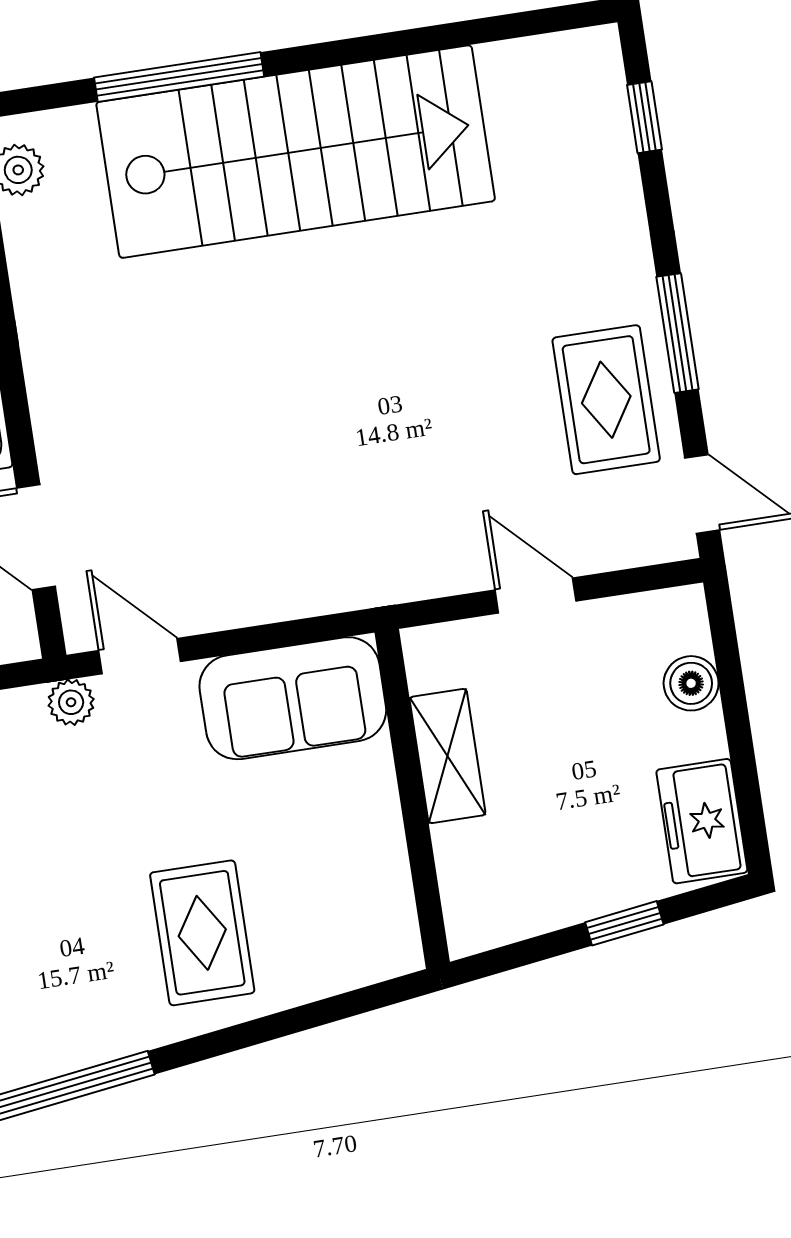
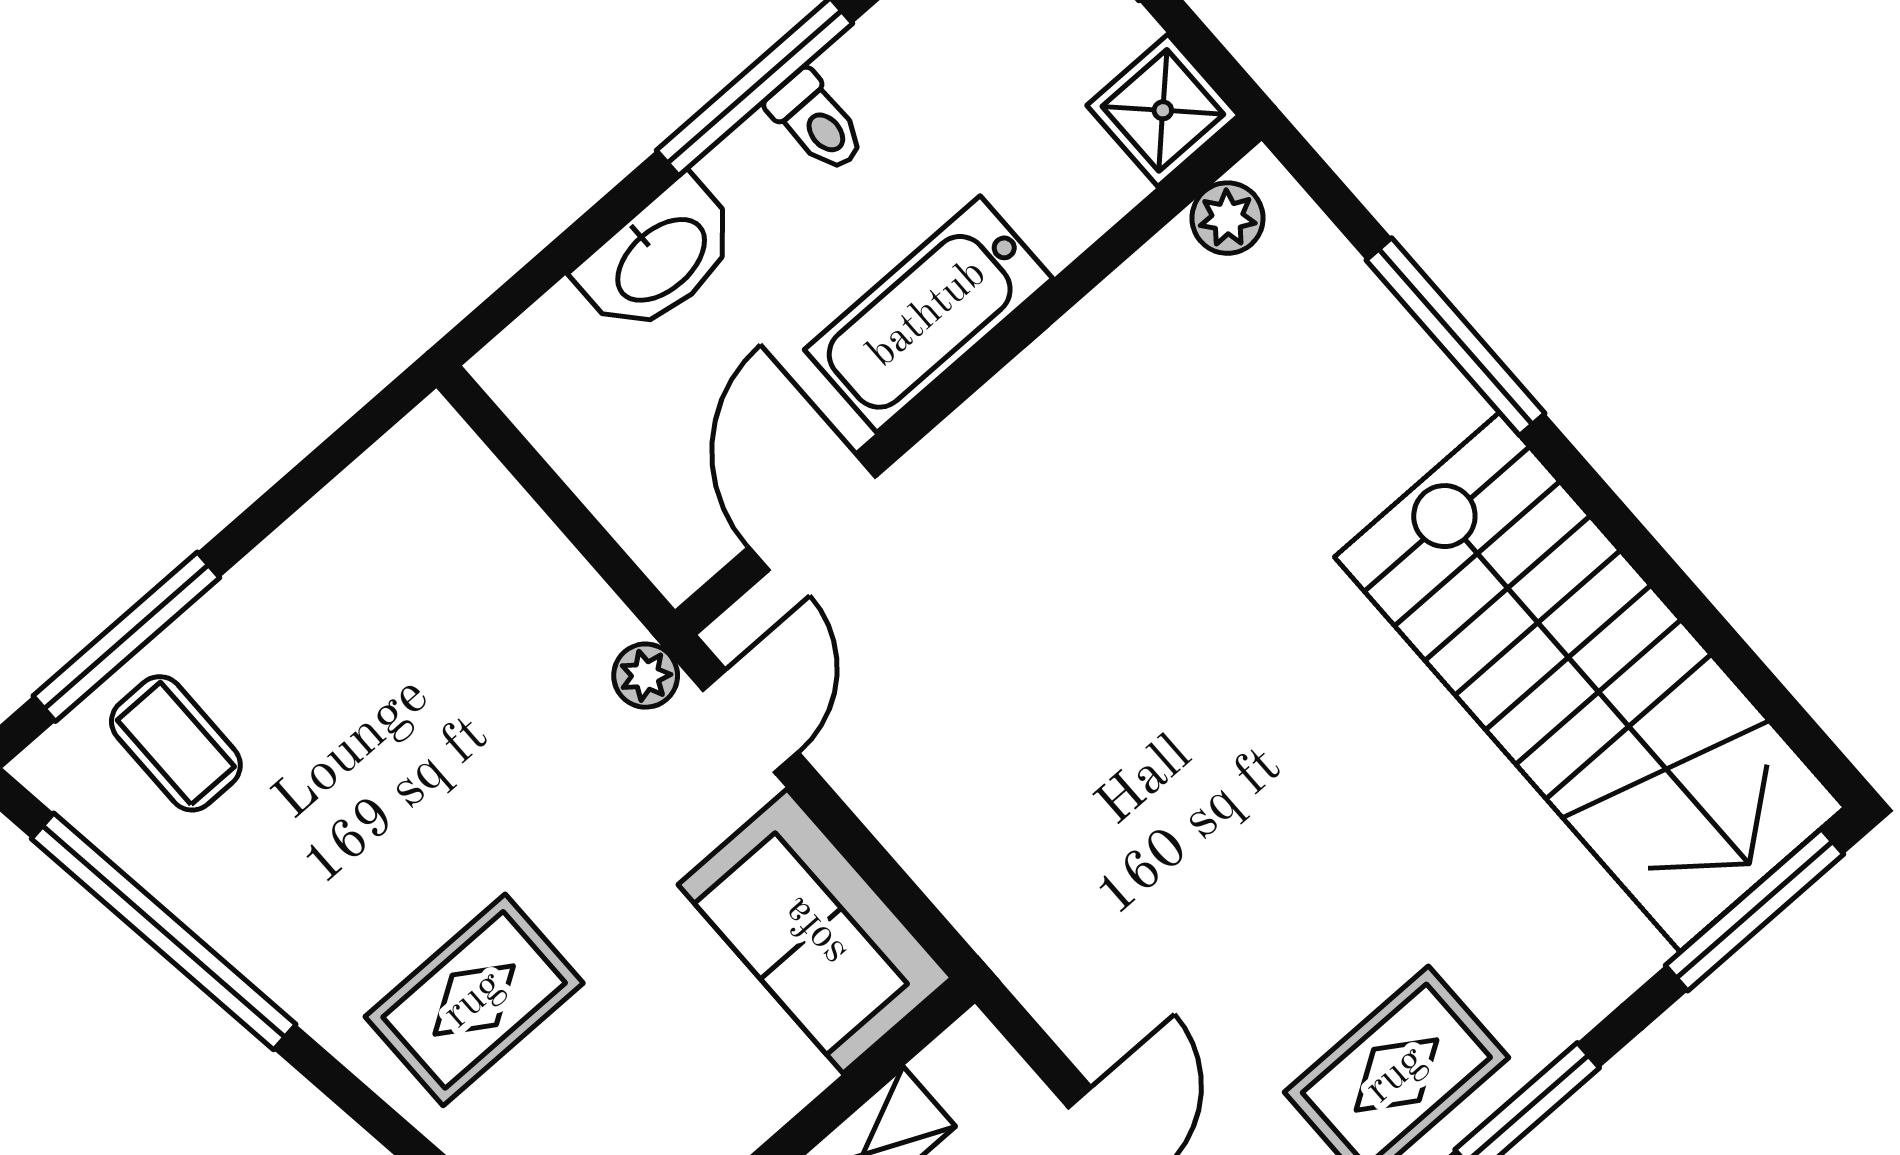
window: (645, 117) -> (1754, 910), width x2.17
stairs: (296, 152) -> (1590, 682), moved

